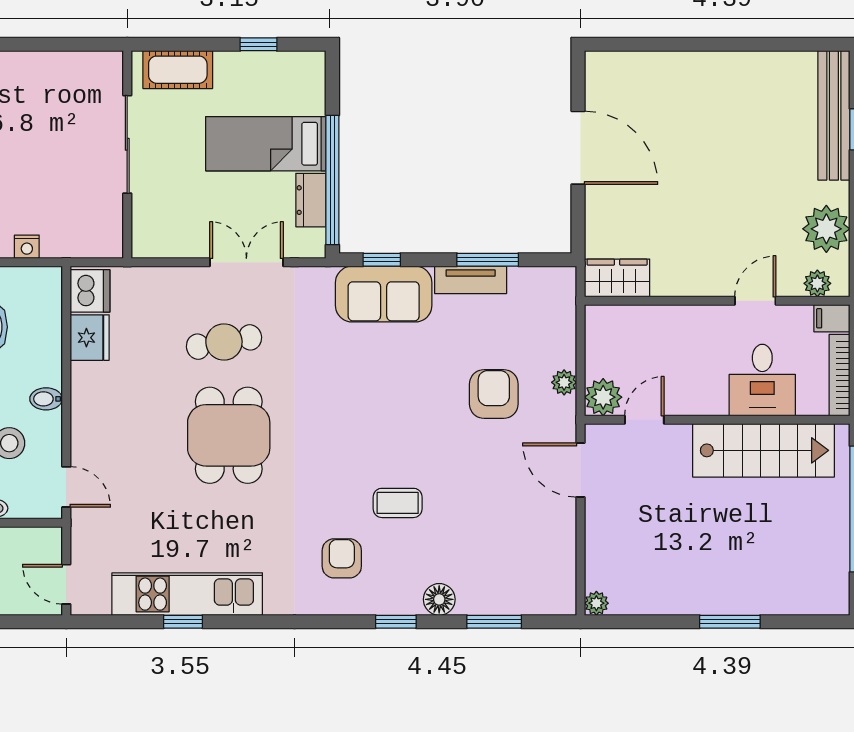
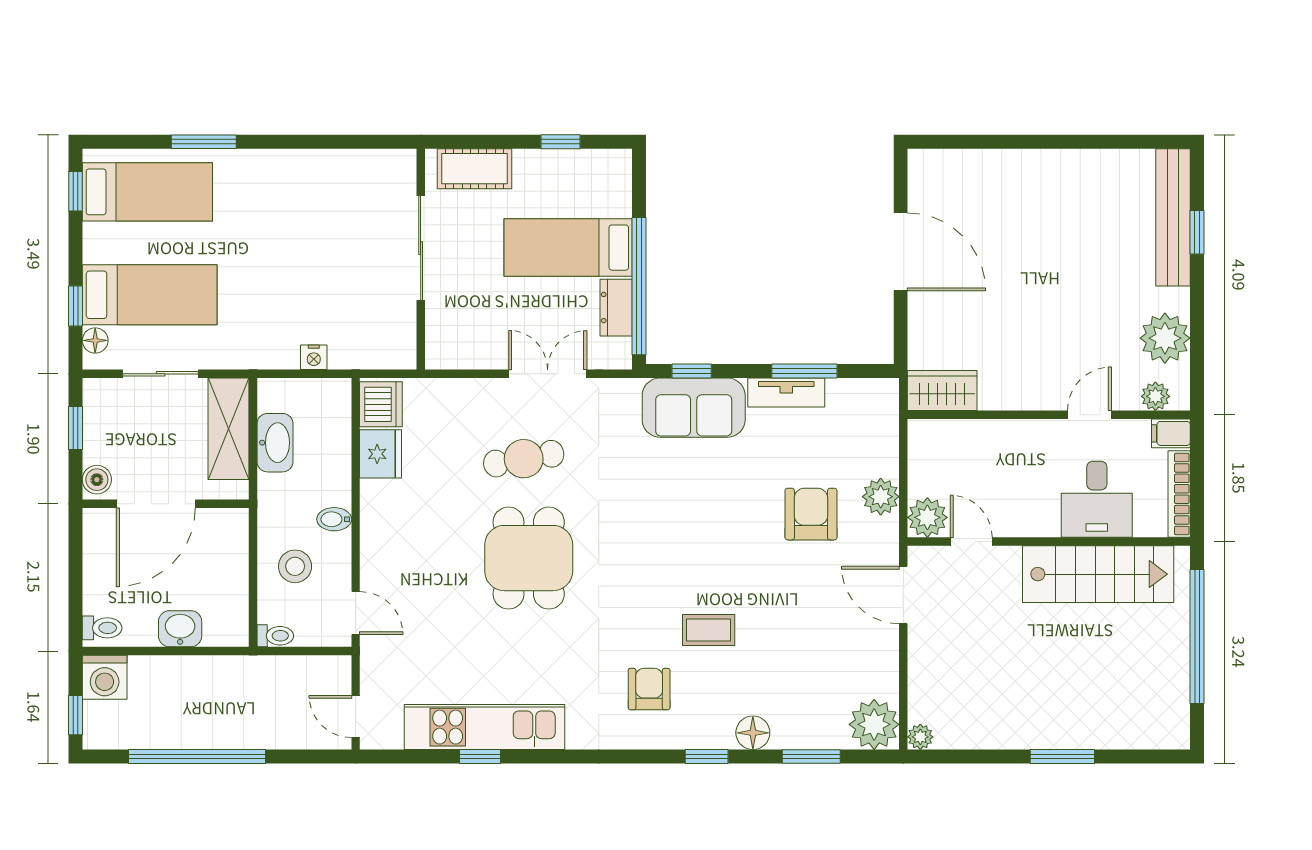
plant: (564, 382) -> (881, 497), width x1.38, depth x1.38
door: (644, 420) -> (971, 542), hinge flipped
plant: (553, 592) -> (874, 724), added

